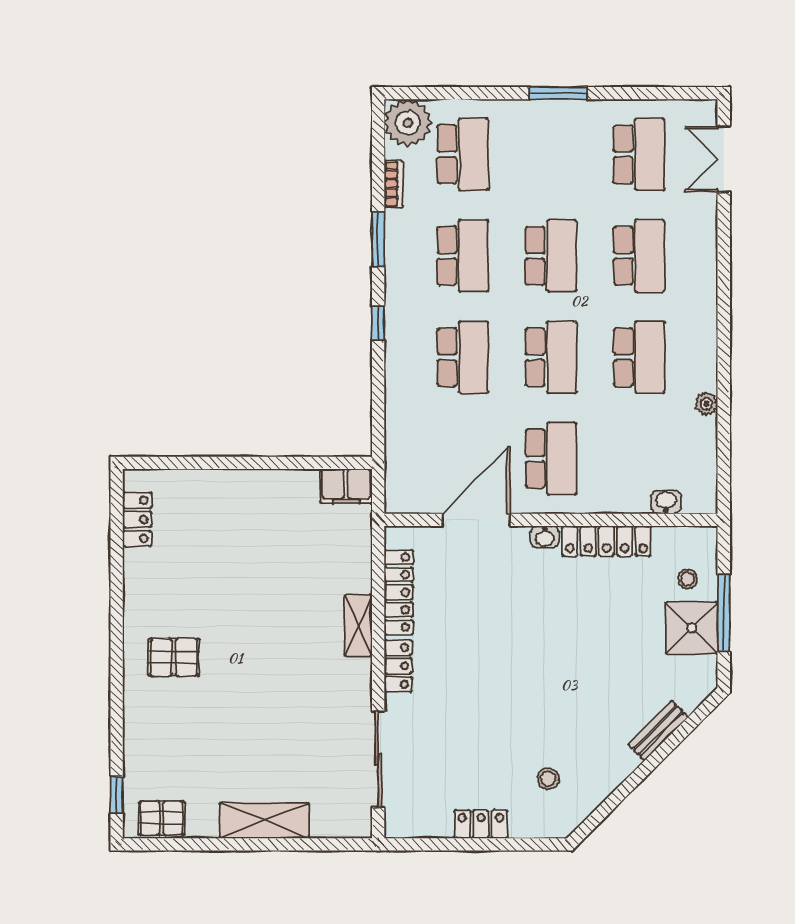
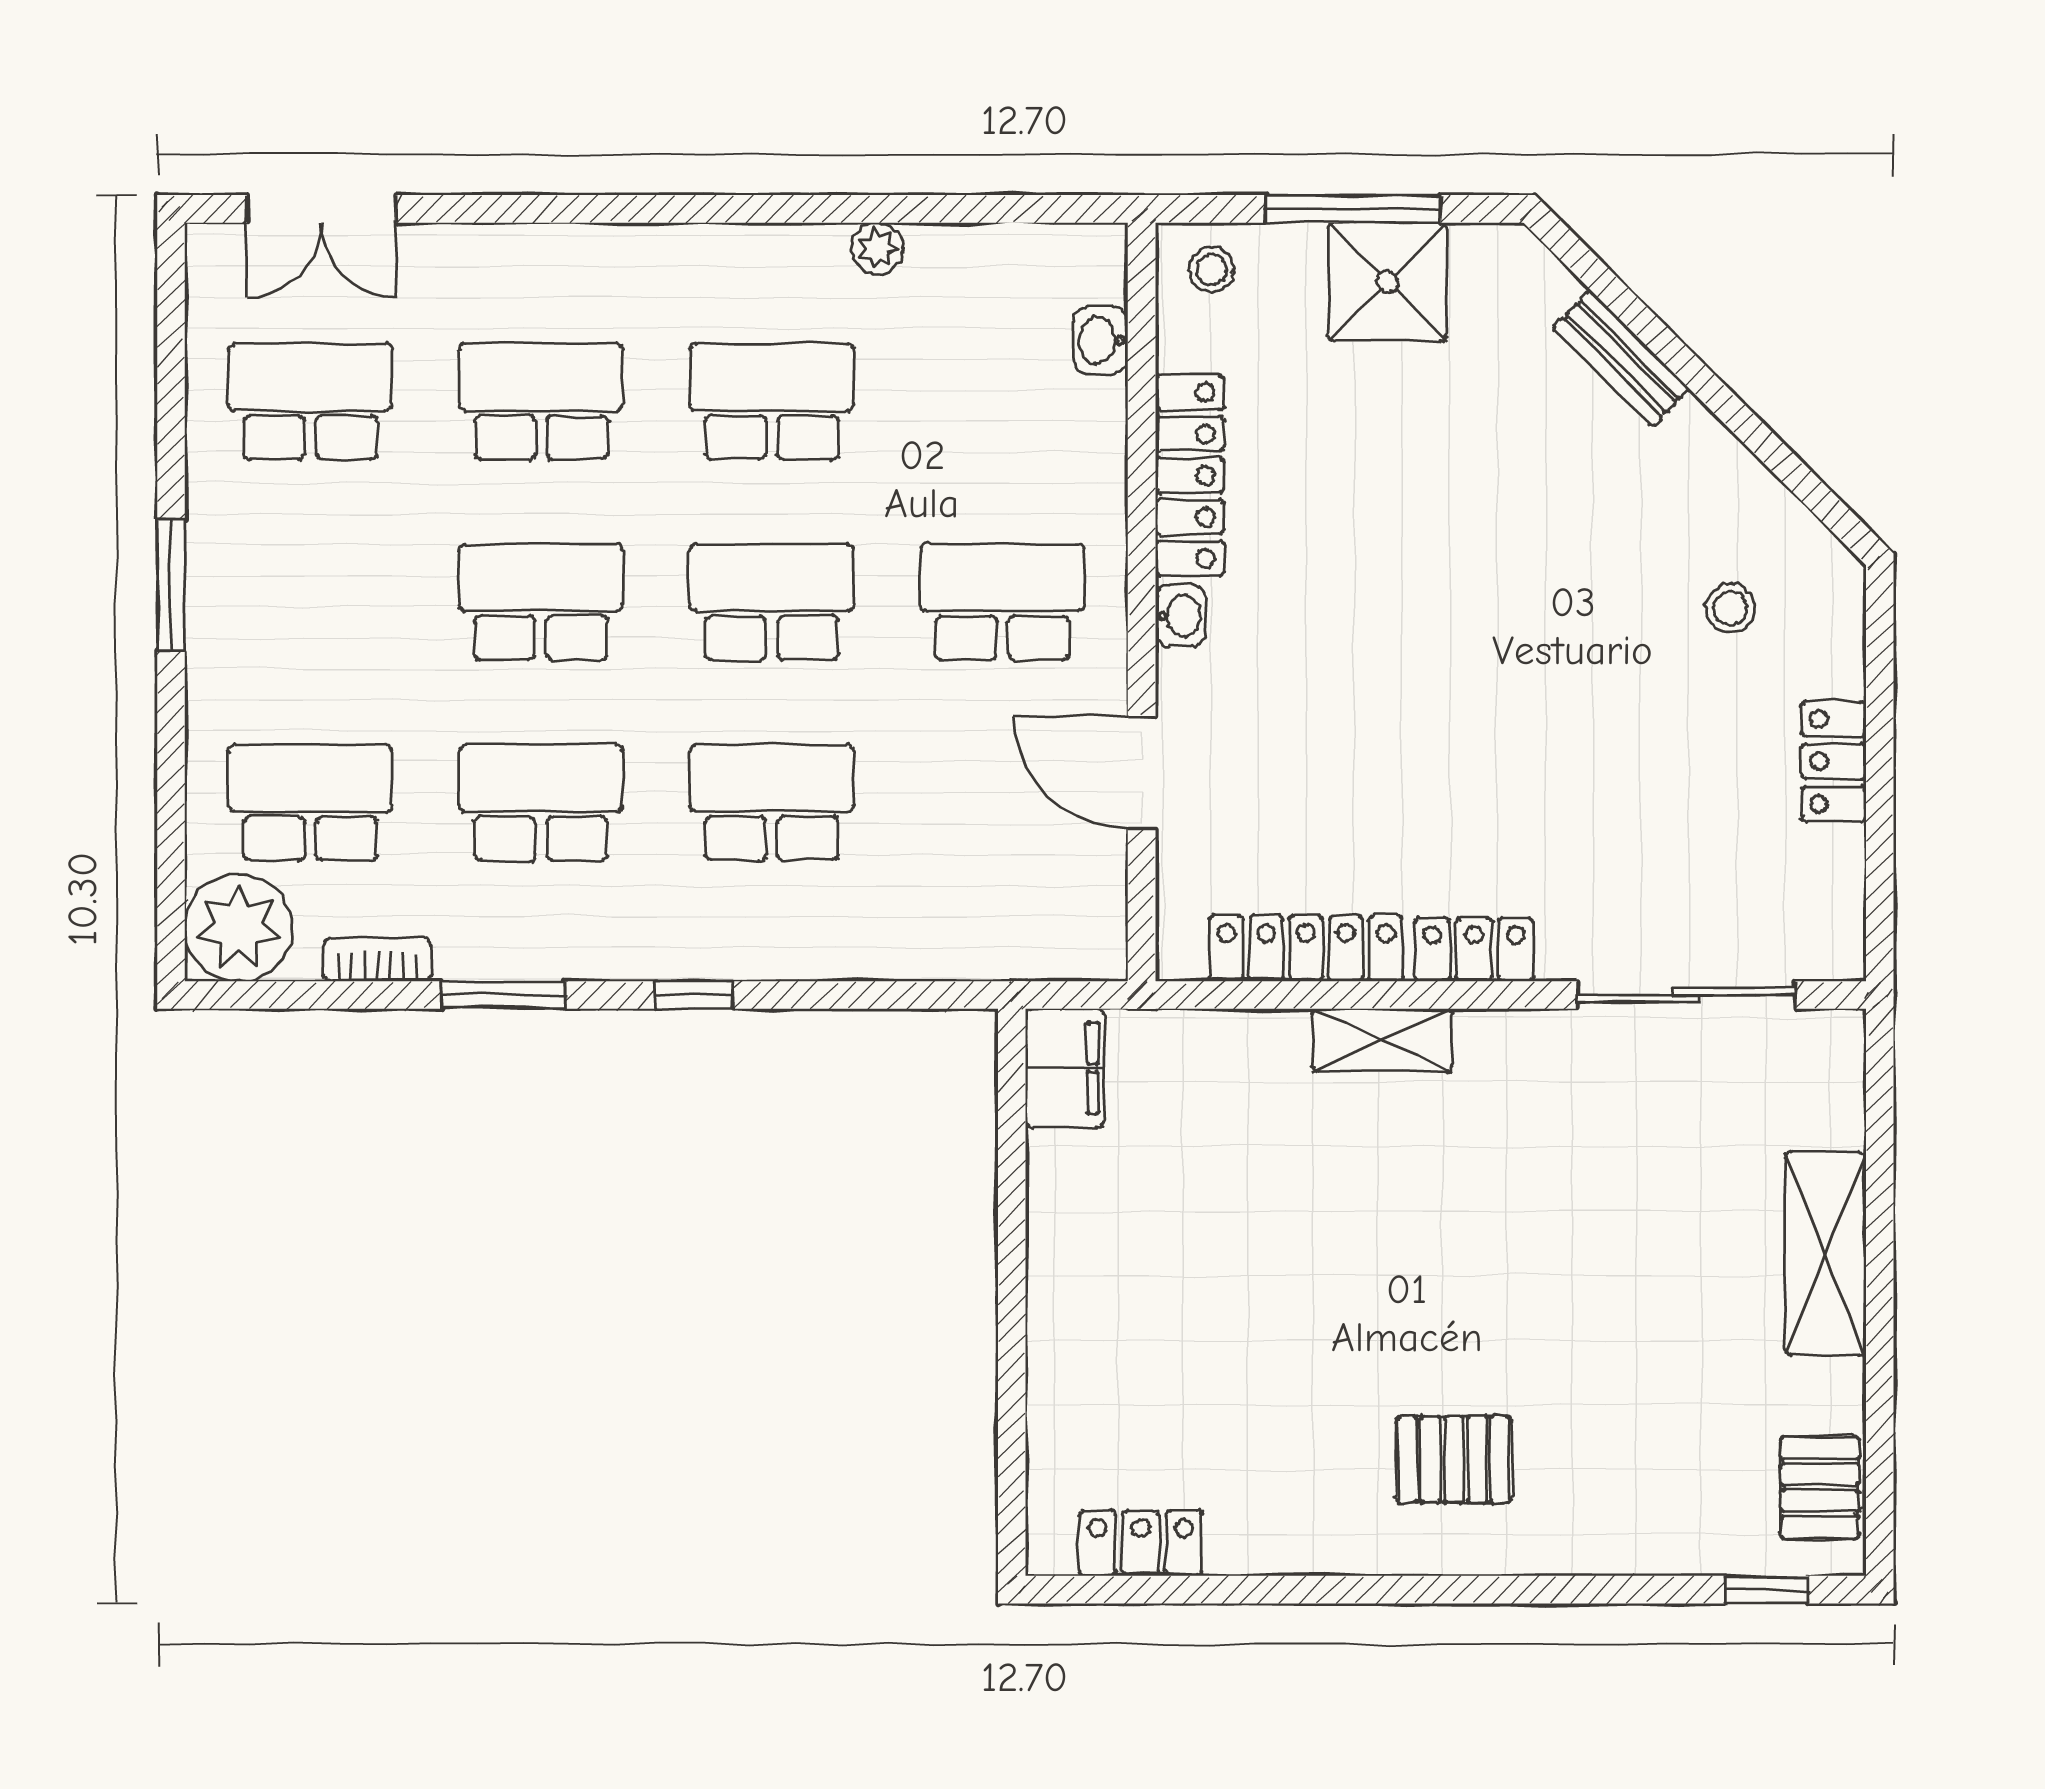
door: (476, 520) -> (1142, 773), width x0.73
stool: (688, 579) -> (1212, 270), moved
pallet: (174, 657) -> (1454, 1460), turned 90

